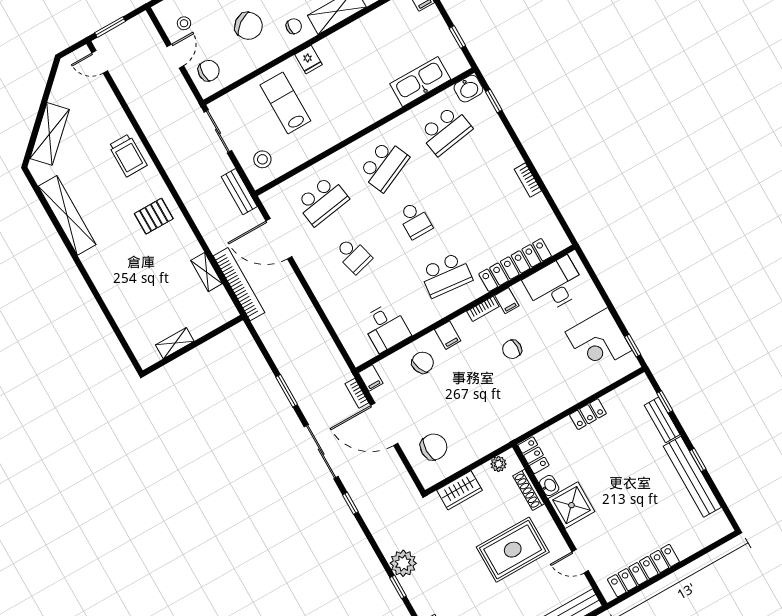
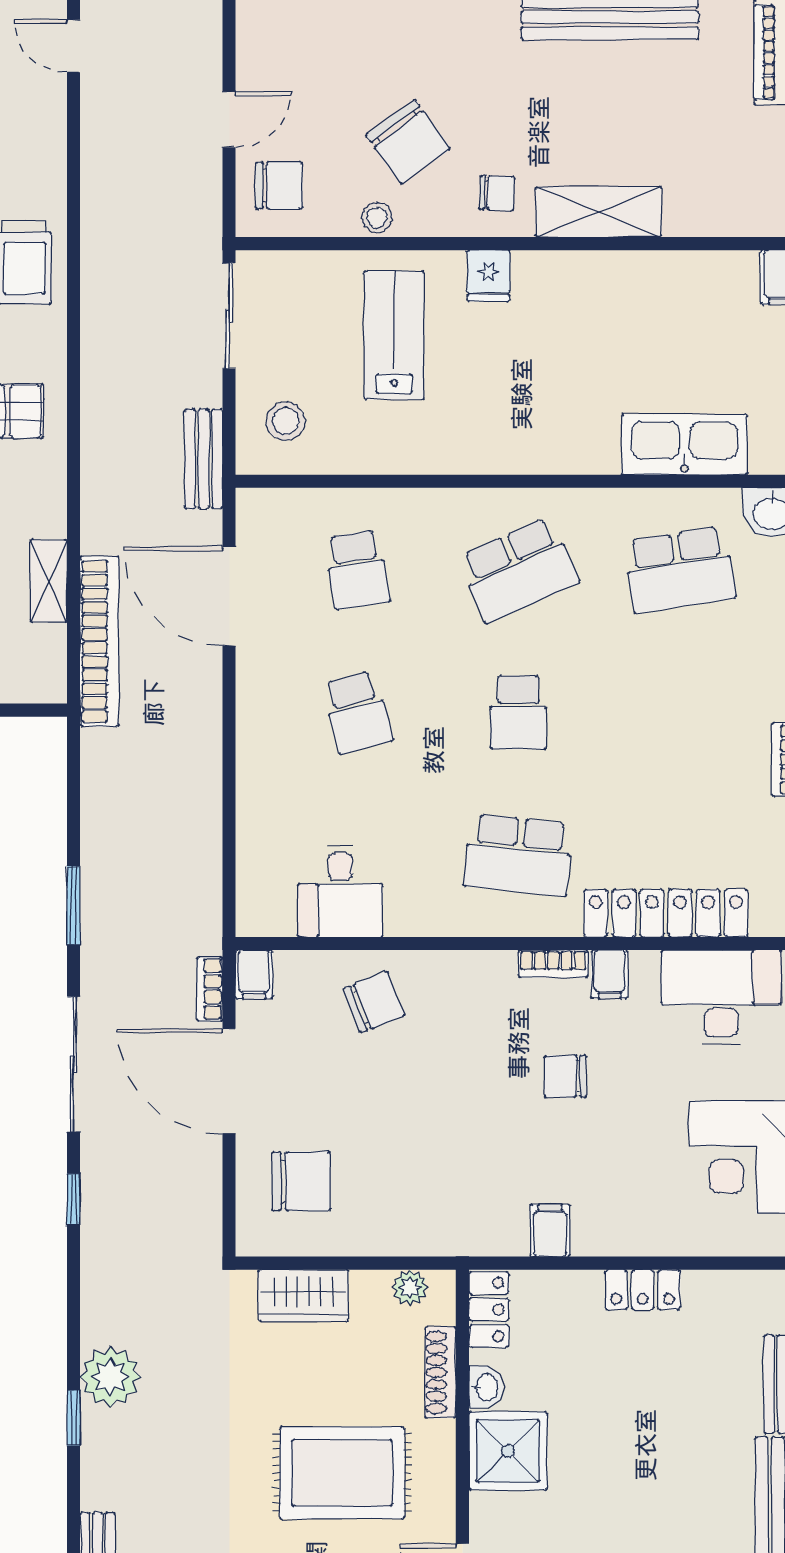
stool: (184, 23) -> (377, 217), moved
school desk: (322, 201) -> (357, 570), width x0.54
filing cabinet: (448, 335) -> (550, 1230), moved, turned 180

